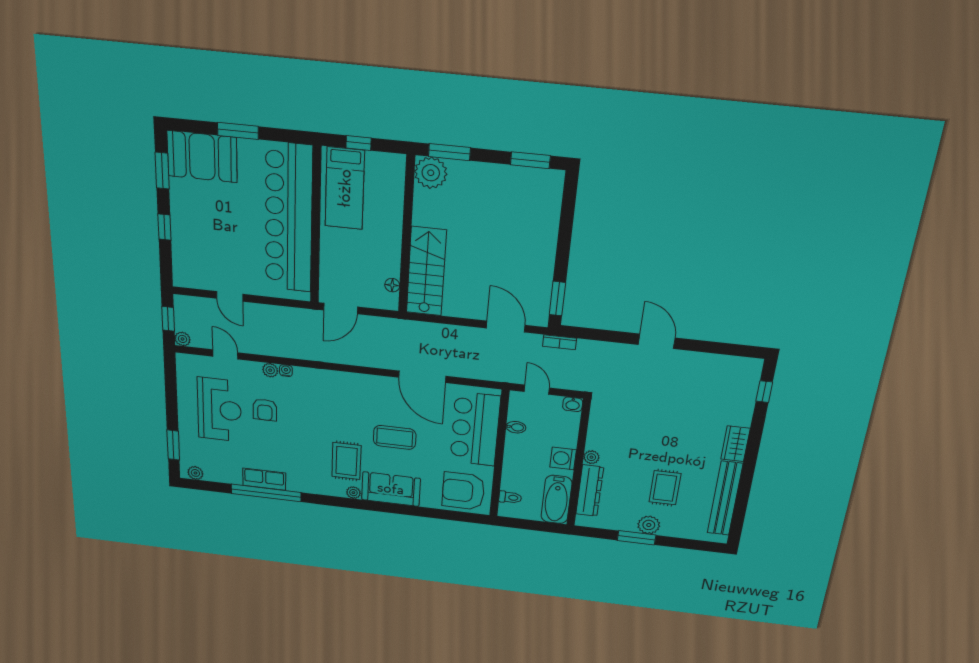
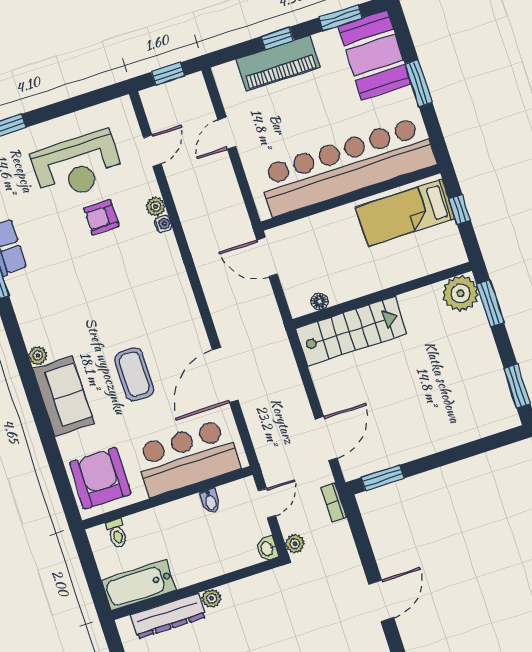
piano: (185, 235) -> (278, 63), added
plant: (183, 339) -> (295, 544), moved
washing machine: (563, 458) -> (195, 569), removed
rug: (346, 461) -> (77, 332), removed

